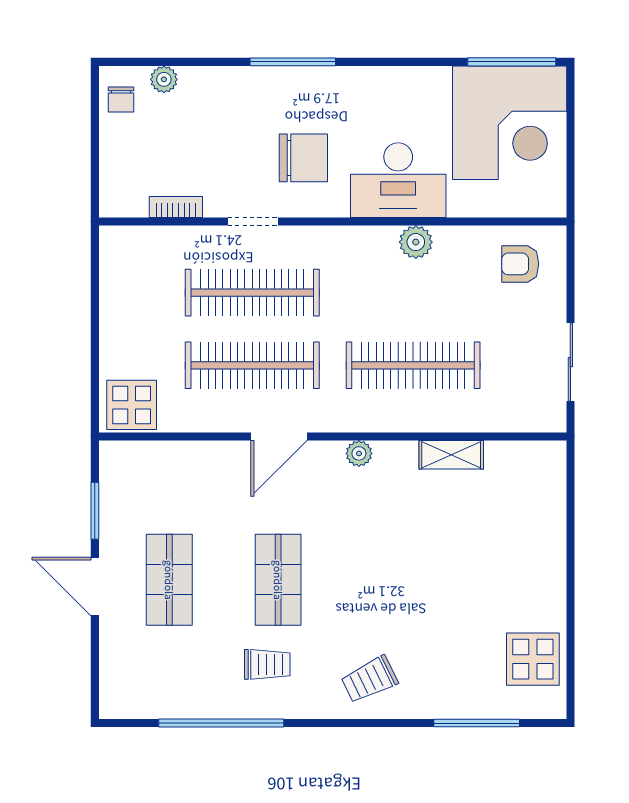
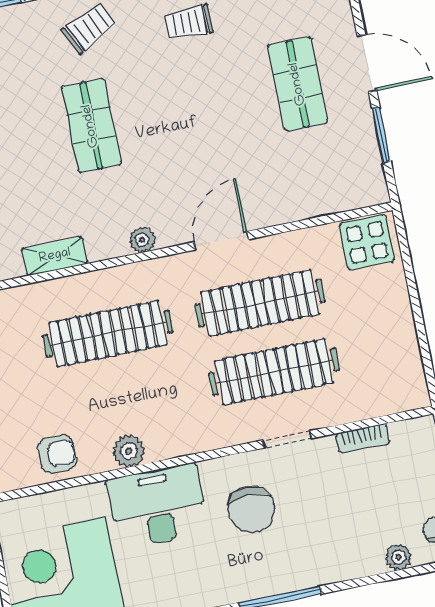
chair: (303, 158) -> (251, 509), turned -90
armchair: (520, 264) -> (57, 454), moved
shop shelf: (278, 580) -> (91, 126), moved

